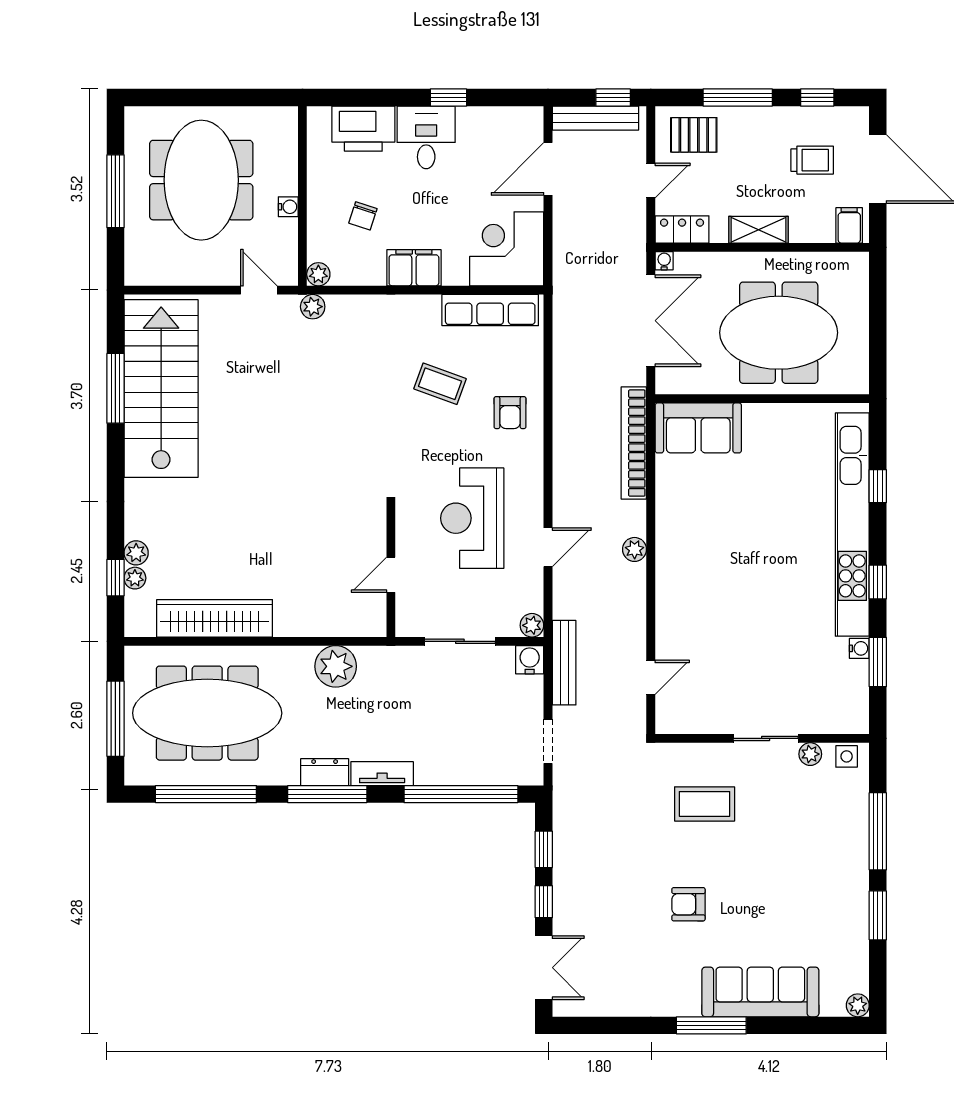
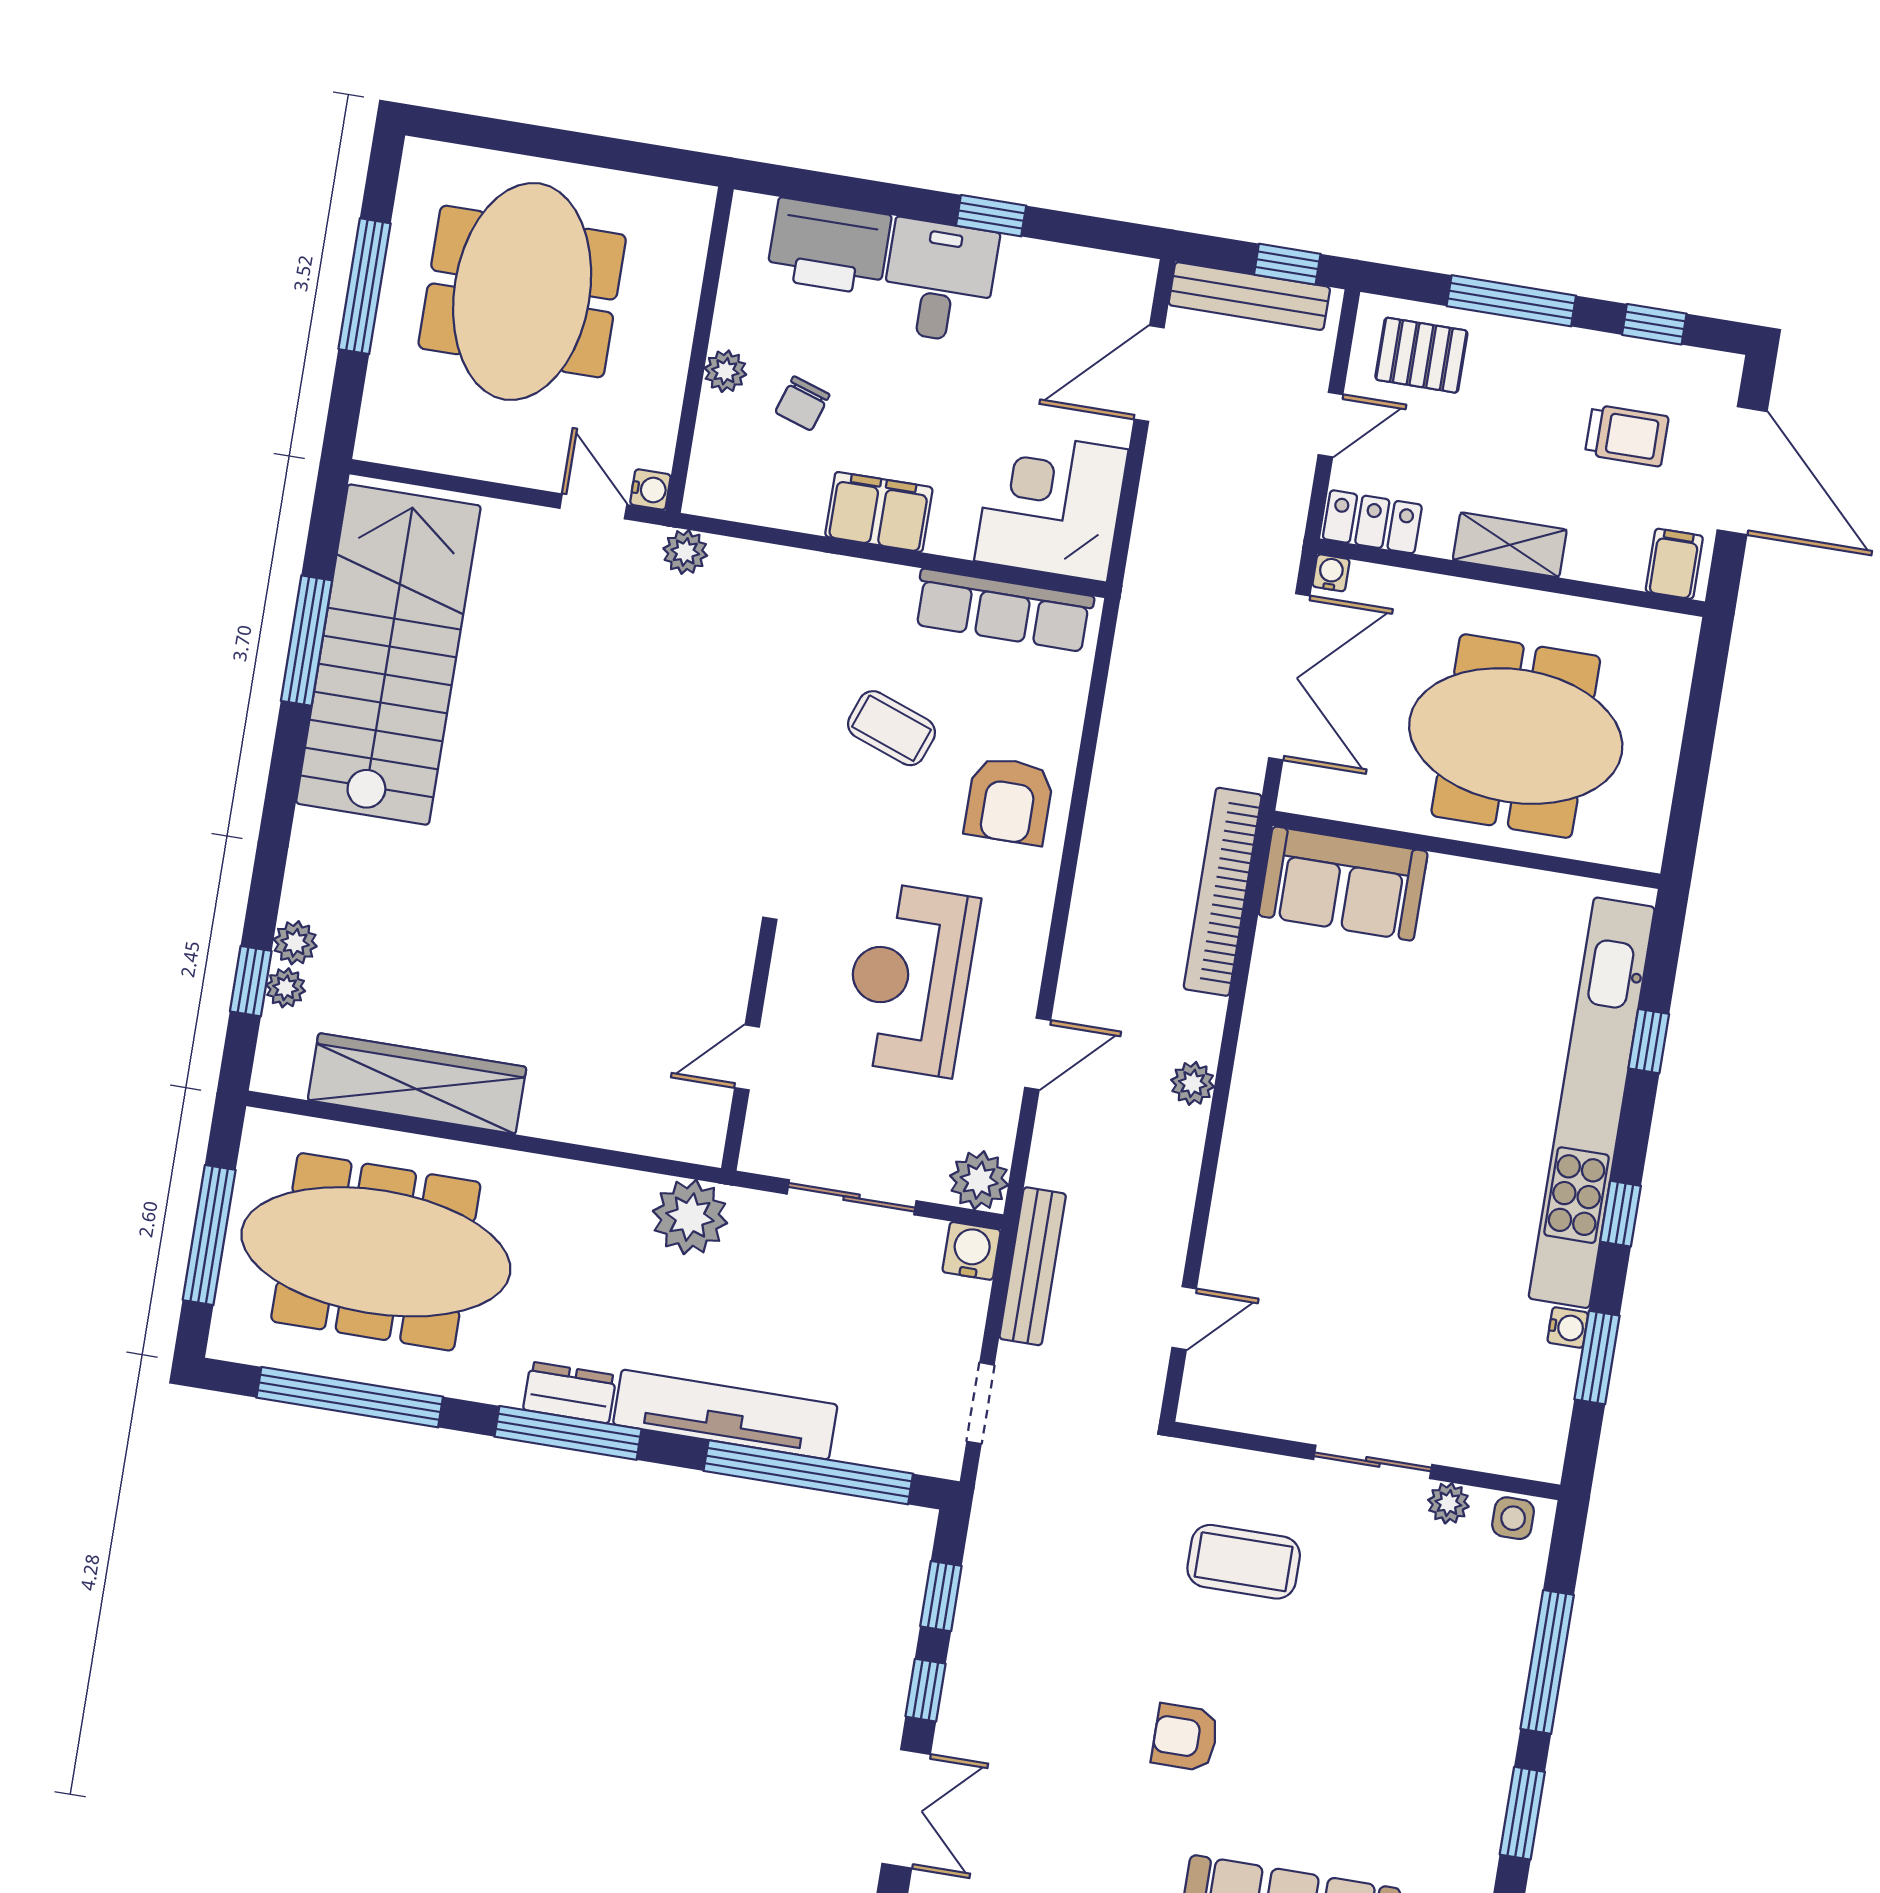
water cooler: (288, 207) -> (650, 490), moved
plant: (318, 274) -> (725, 371), moved
armchair: (510, 413) -> (1009, 801), width x1.38, depth x1.38
plant: (532, 625) -> (979, 1180), width x1.38, depth x1.38
plant: (336, 666) -> (690, 1217), moved
tv unit: (382, 774) -> (725, 1415), width x1.92, depth x1.29

